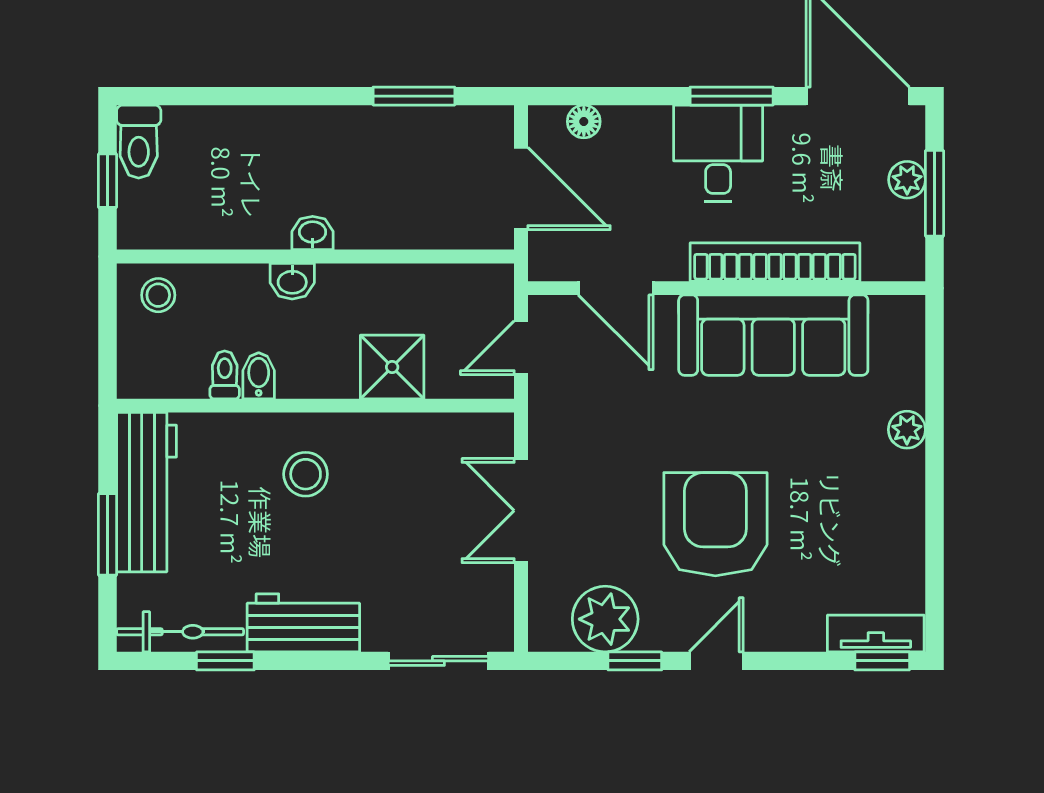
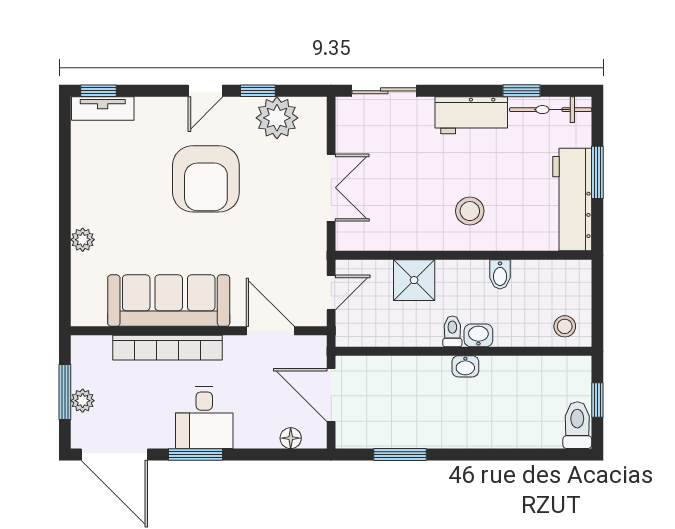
toilet: (225, 375) -> (452, 331), moved, turned 180

